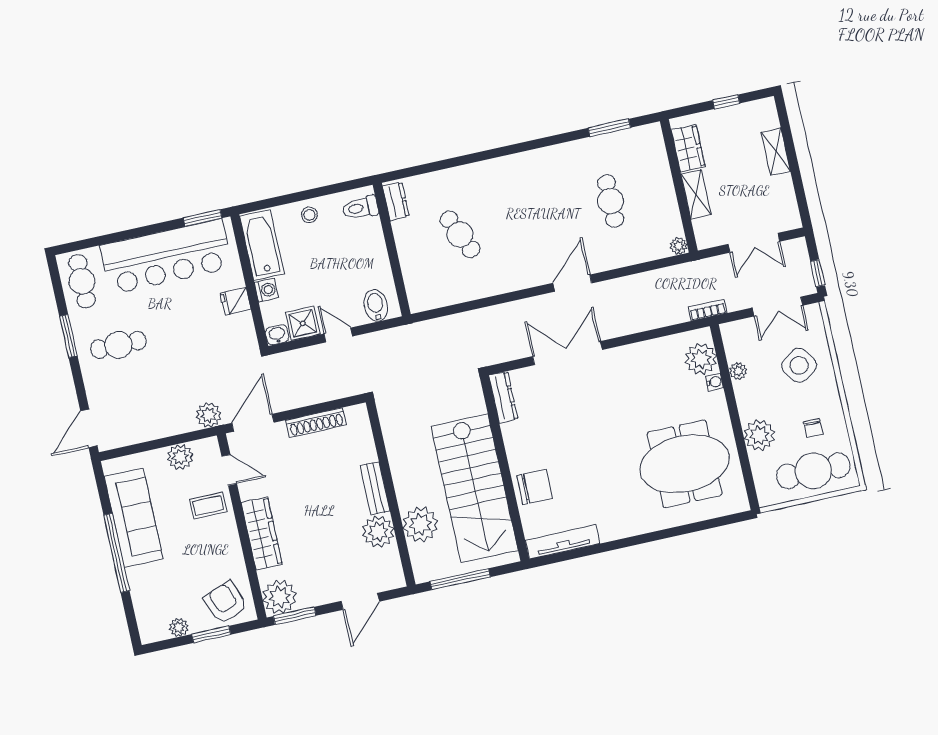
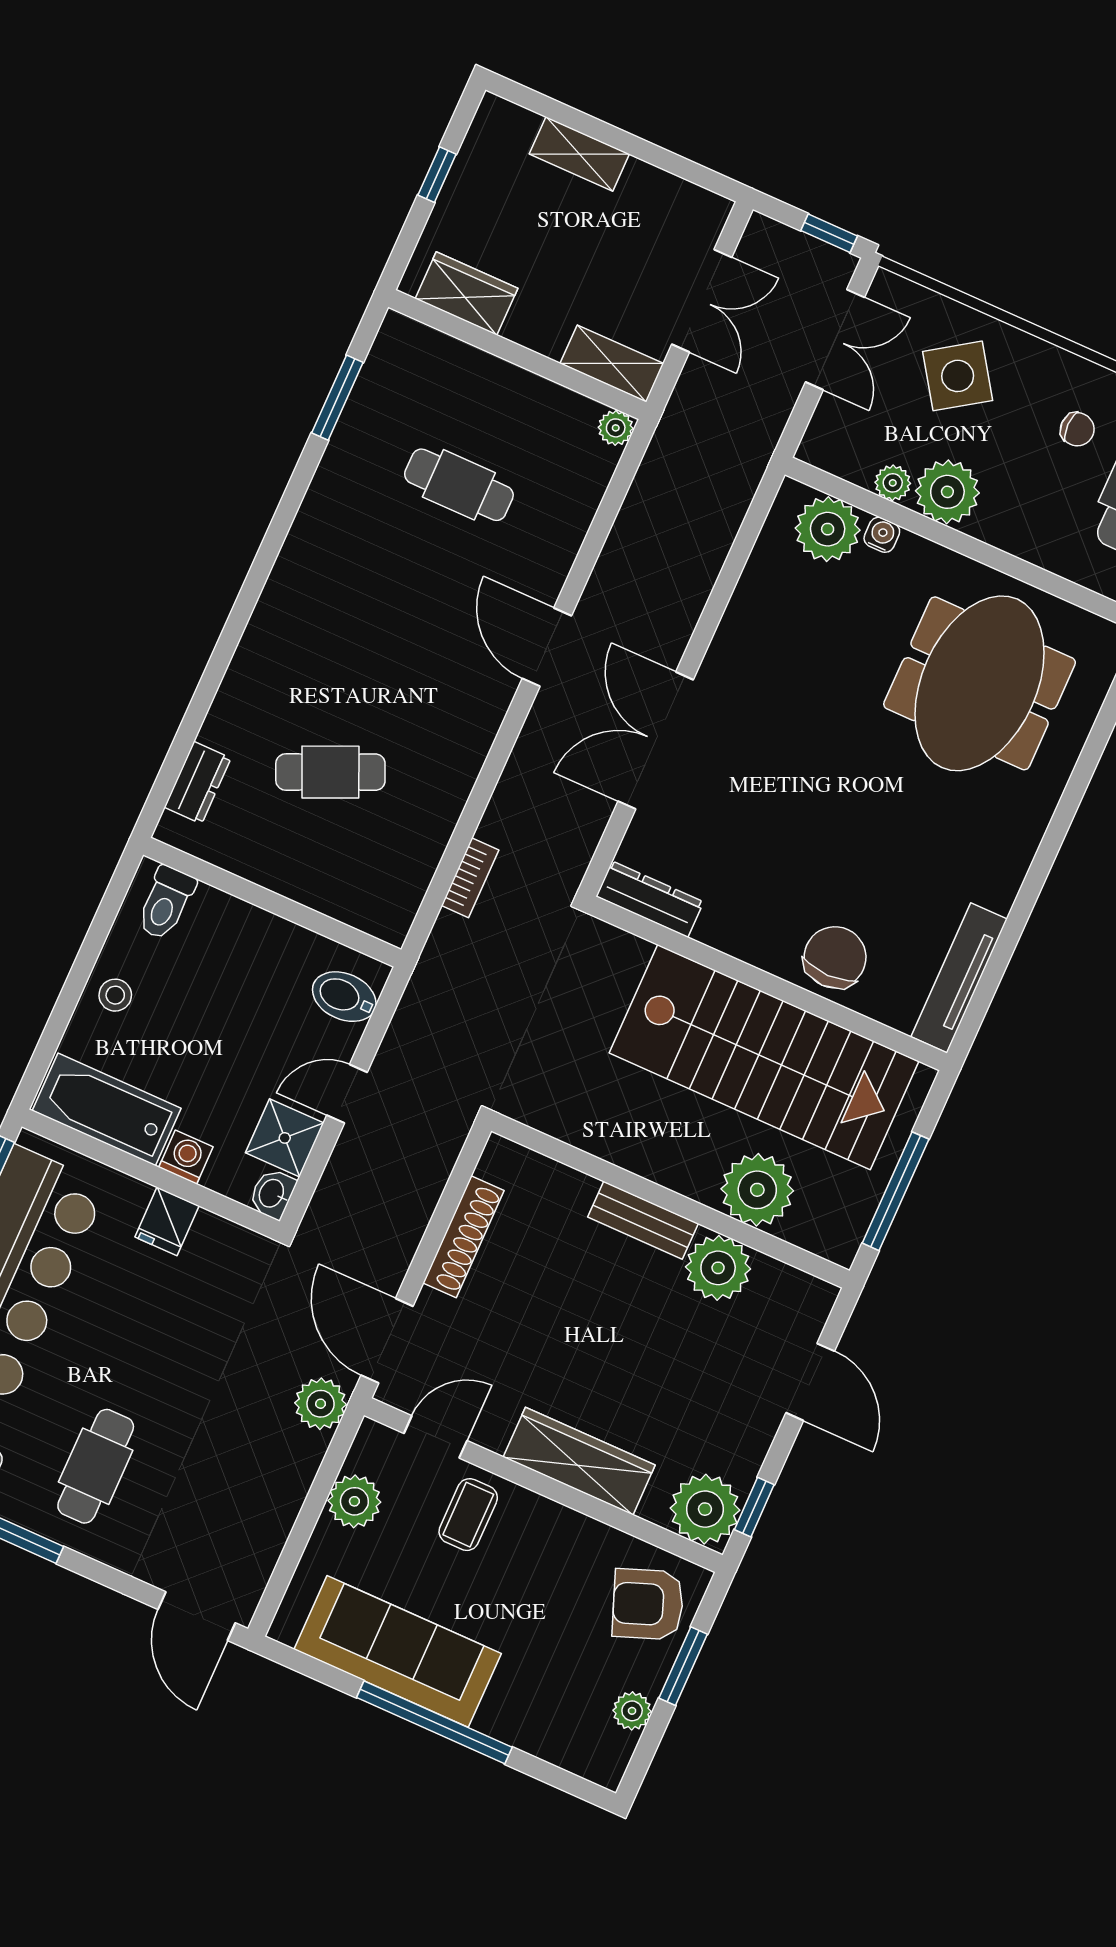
shelving: (696, 194) -> (612, 364), moved
dresser: (396, 201) -> (198, 783), moved, turned 90
bookcase: (707, 310) -> (470, 878), moved, turned 180
plant: (759, 435) -> (947, 492), moved
window: (295, 616) -> (754, 1507), width x0.67

